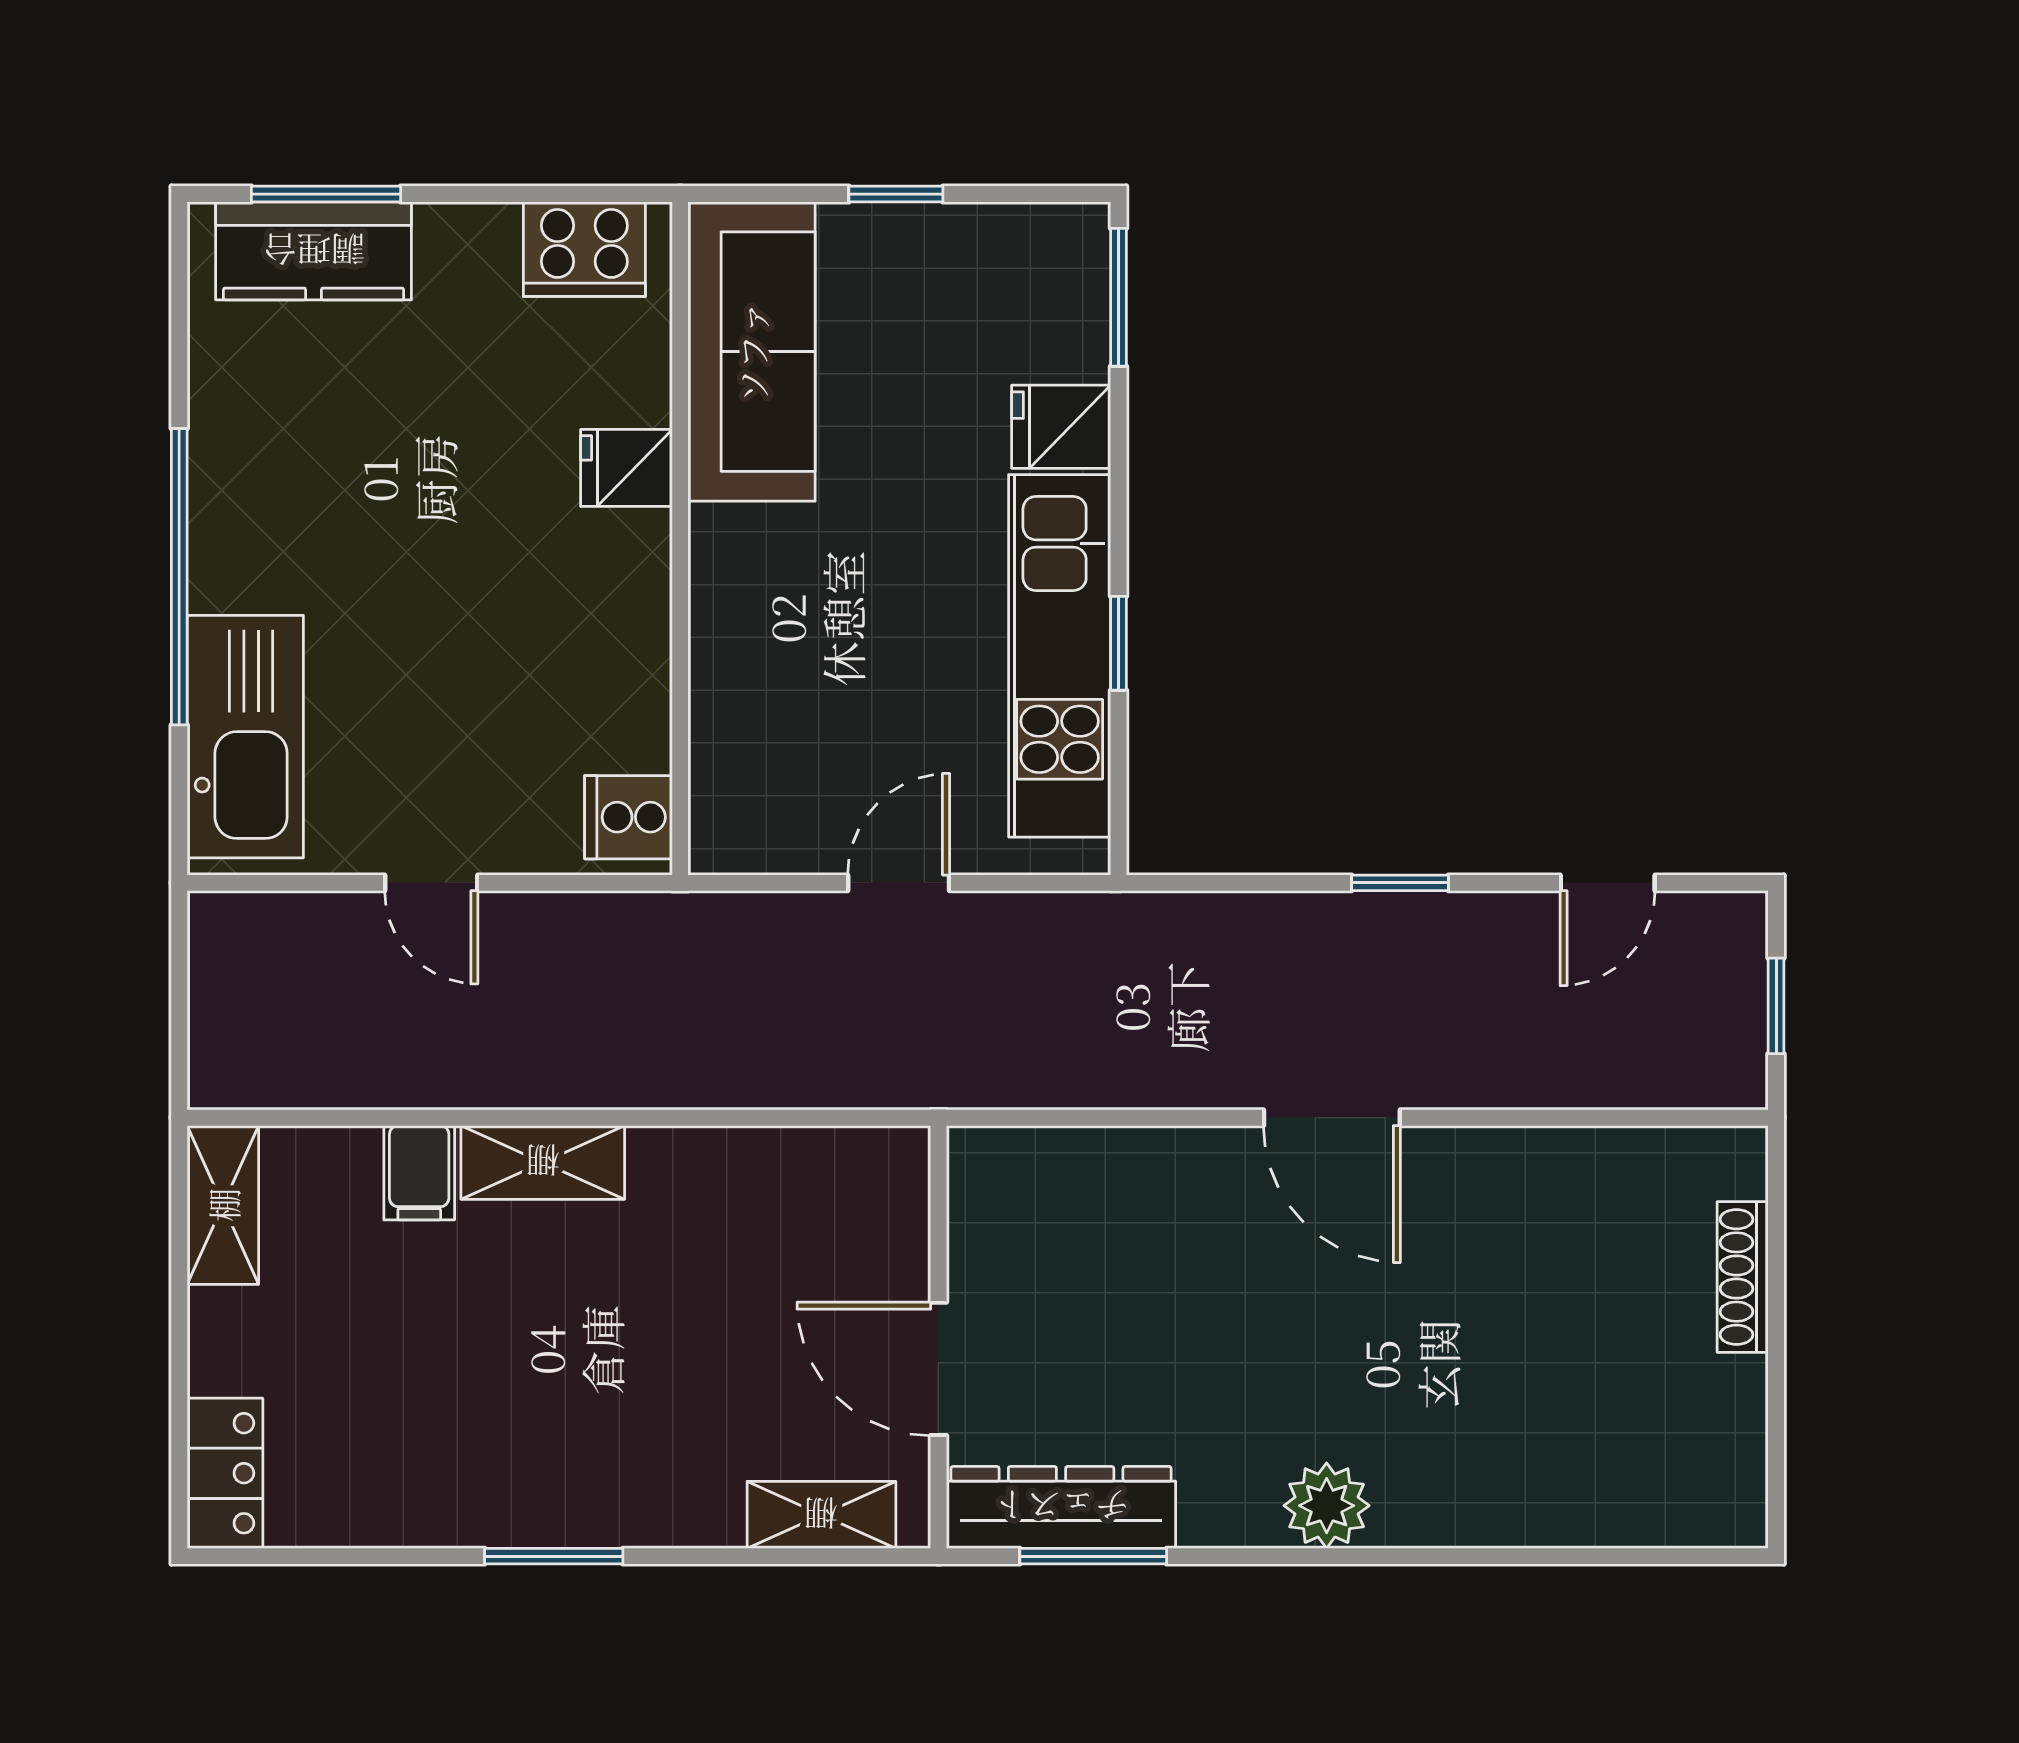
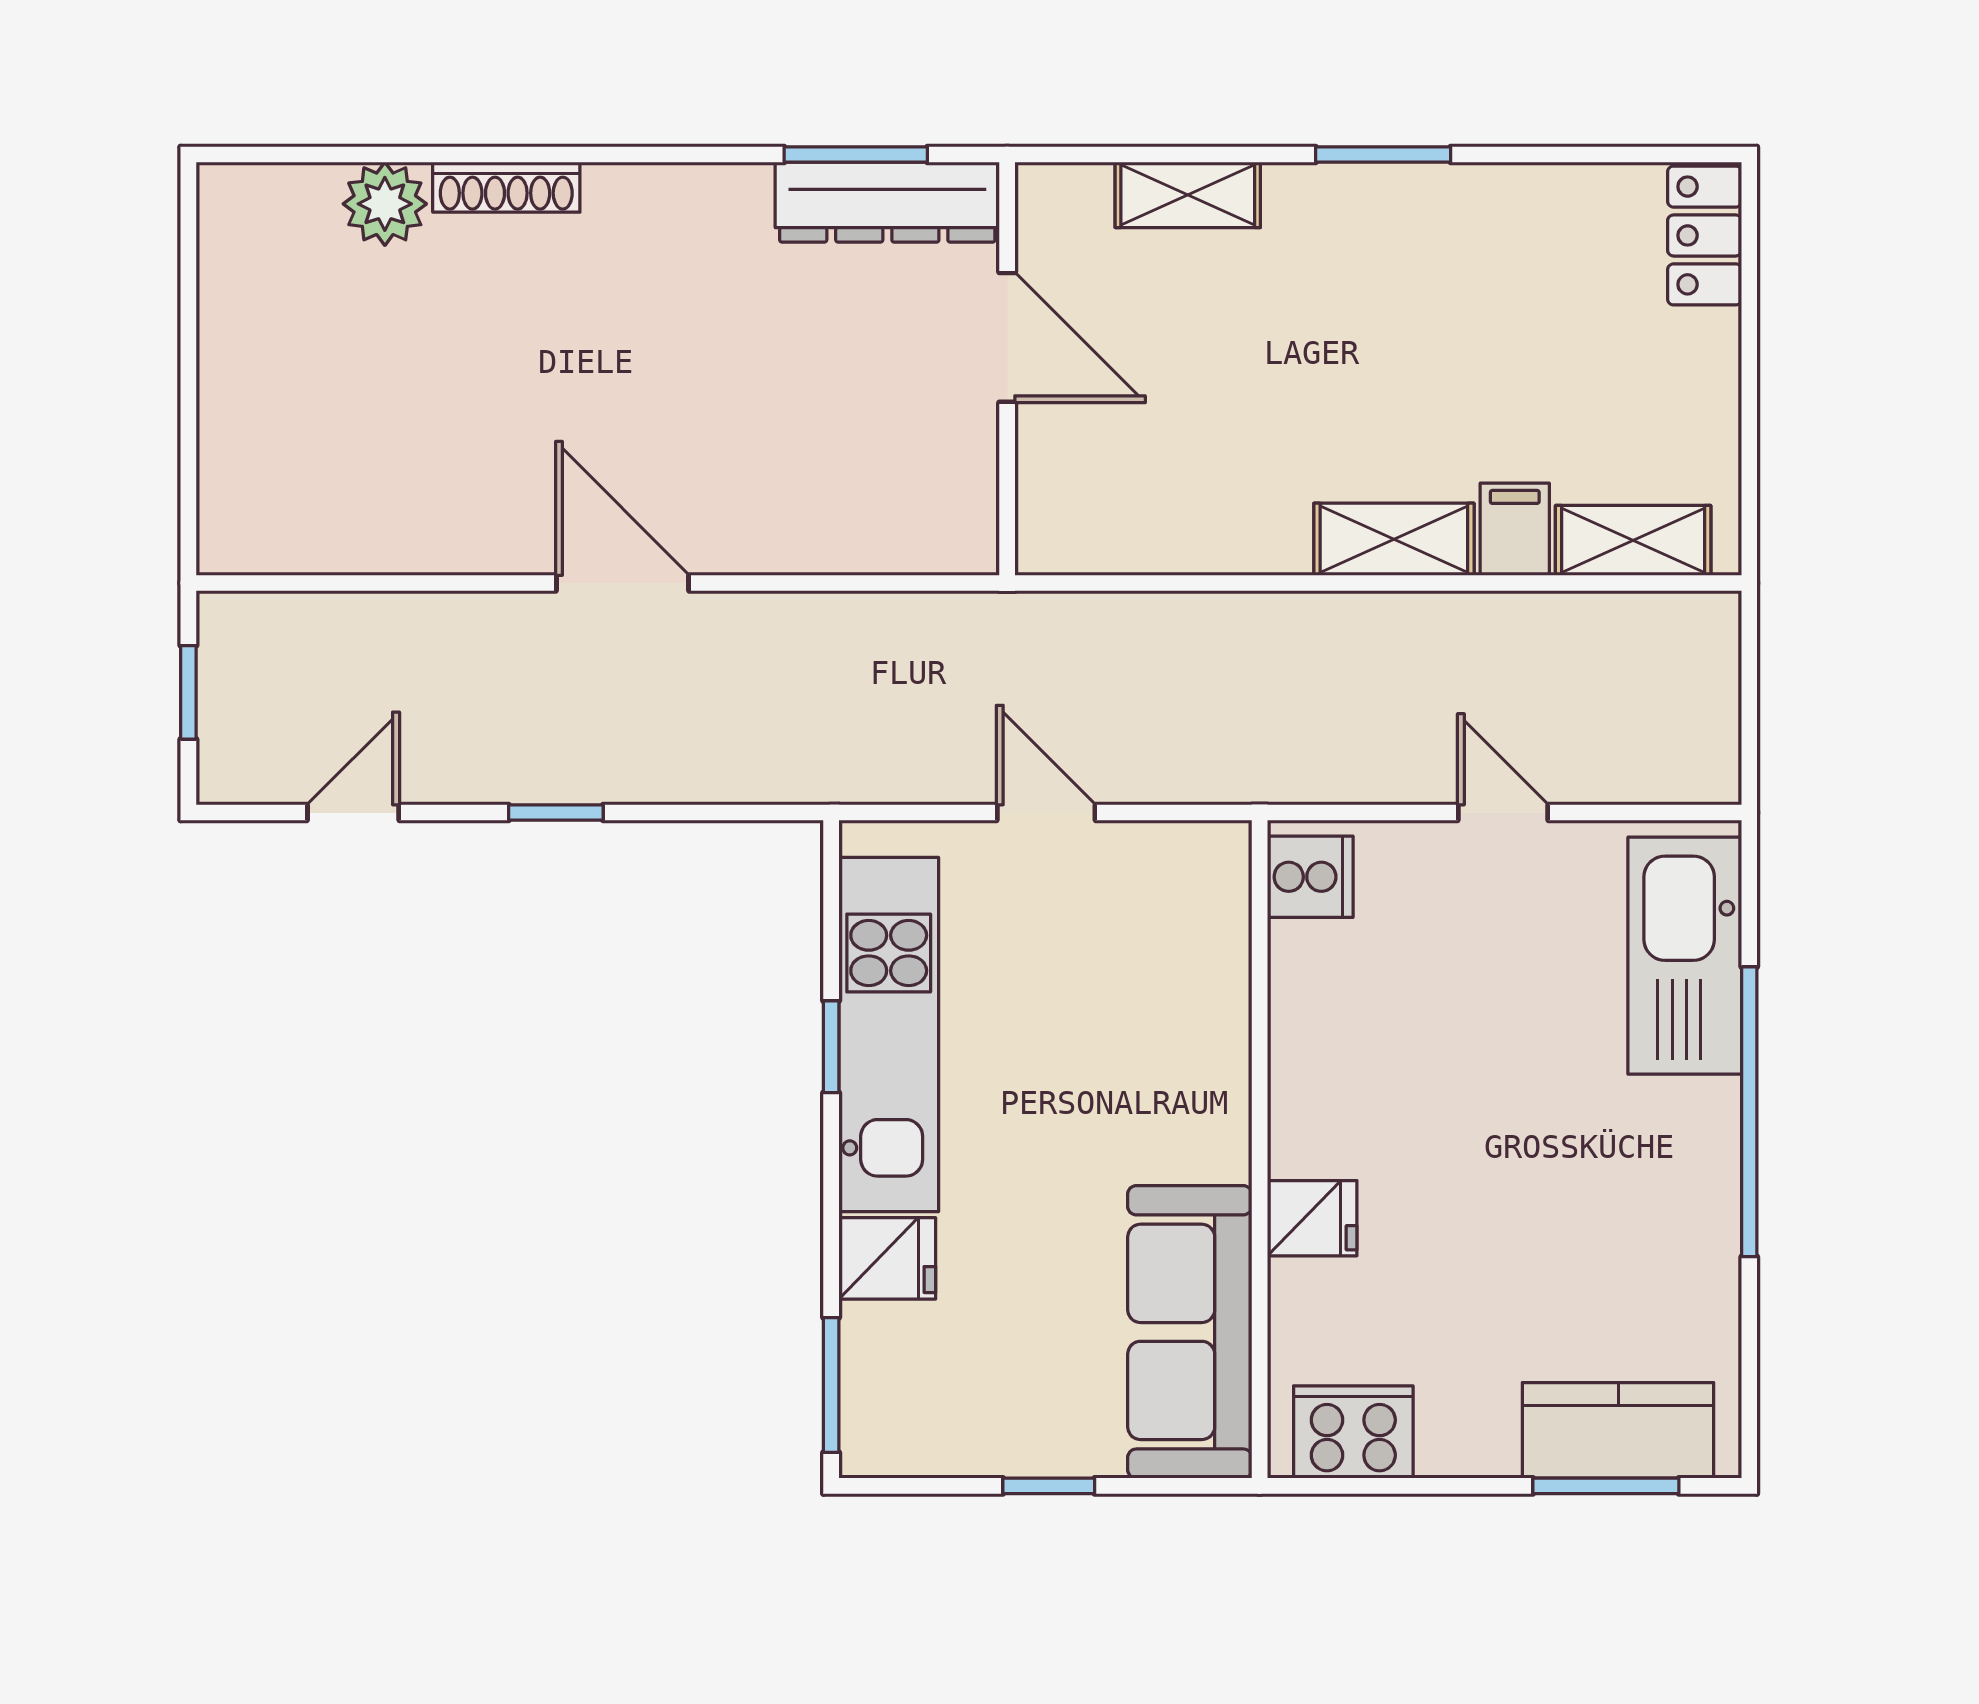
door: (899, 883) -> (1046, 813), swing flipped
shelving: (223, 1205) -> (1633, 540), moved, turned 90
shoe rack: (1743, 1277) -> (506, 187), moved, turned 90
plant: (1327, 1506) -> (385, 204), moved
shelving: (821, 1515) -> (1188, 195), moved

